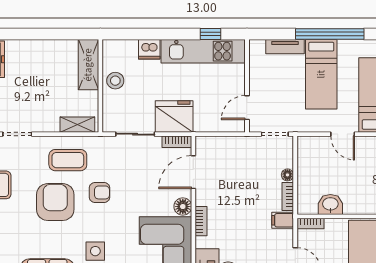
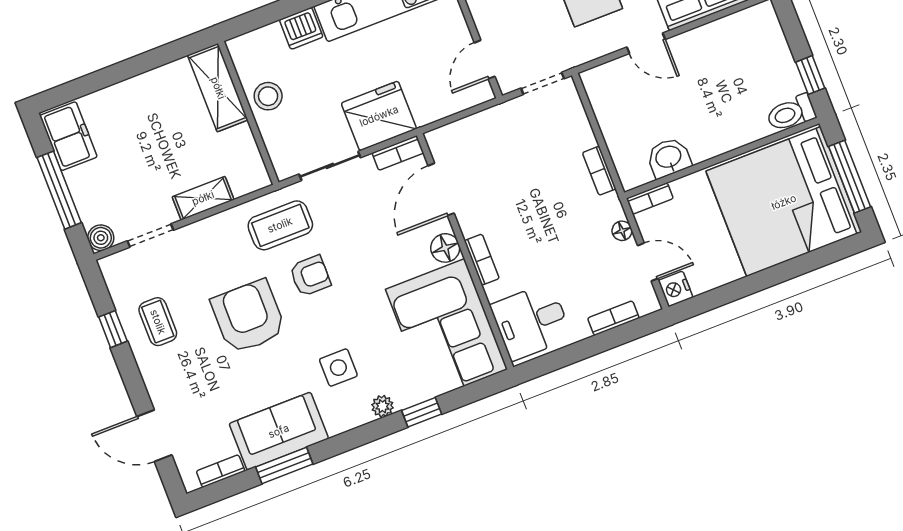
shelving: (77, 125) -> (203, 198), moved
coffee table: (68, 160) -> (280, 225), moved
floor lamp: (287, 175) -> (622, 231), moved
filing cabinet: (283, 220) -> (605, 210), removed

